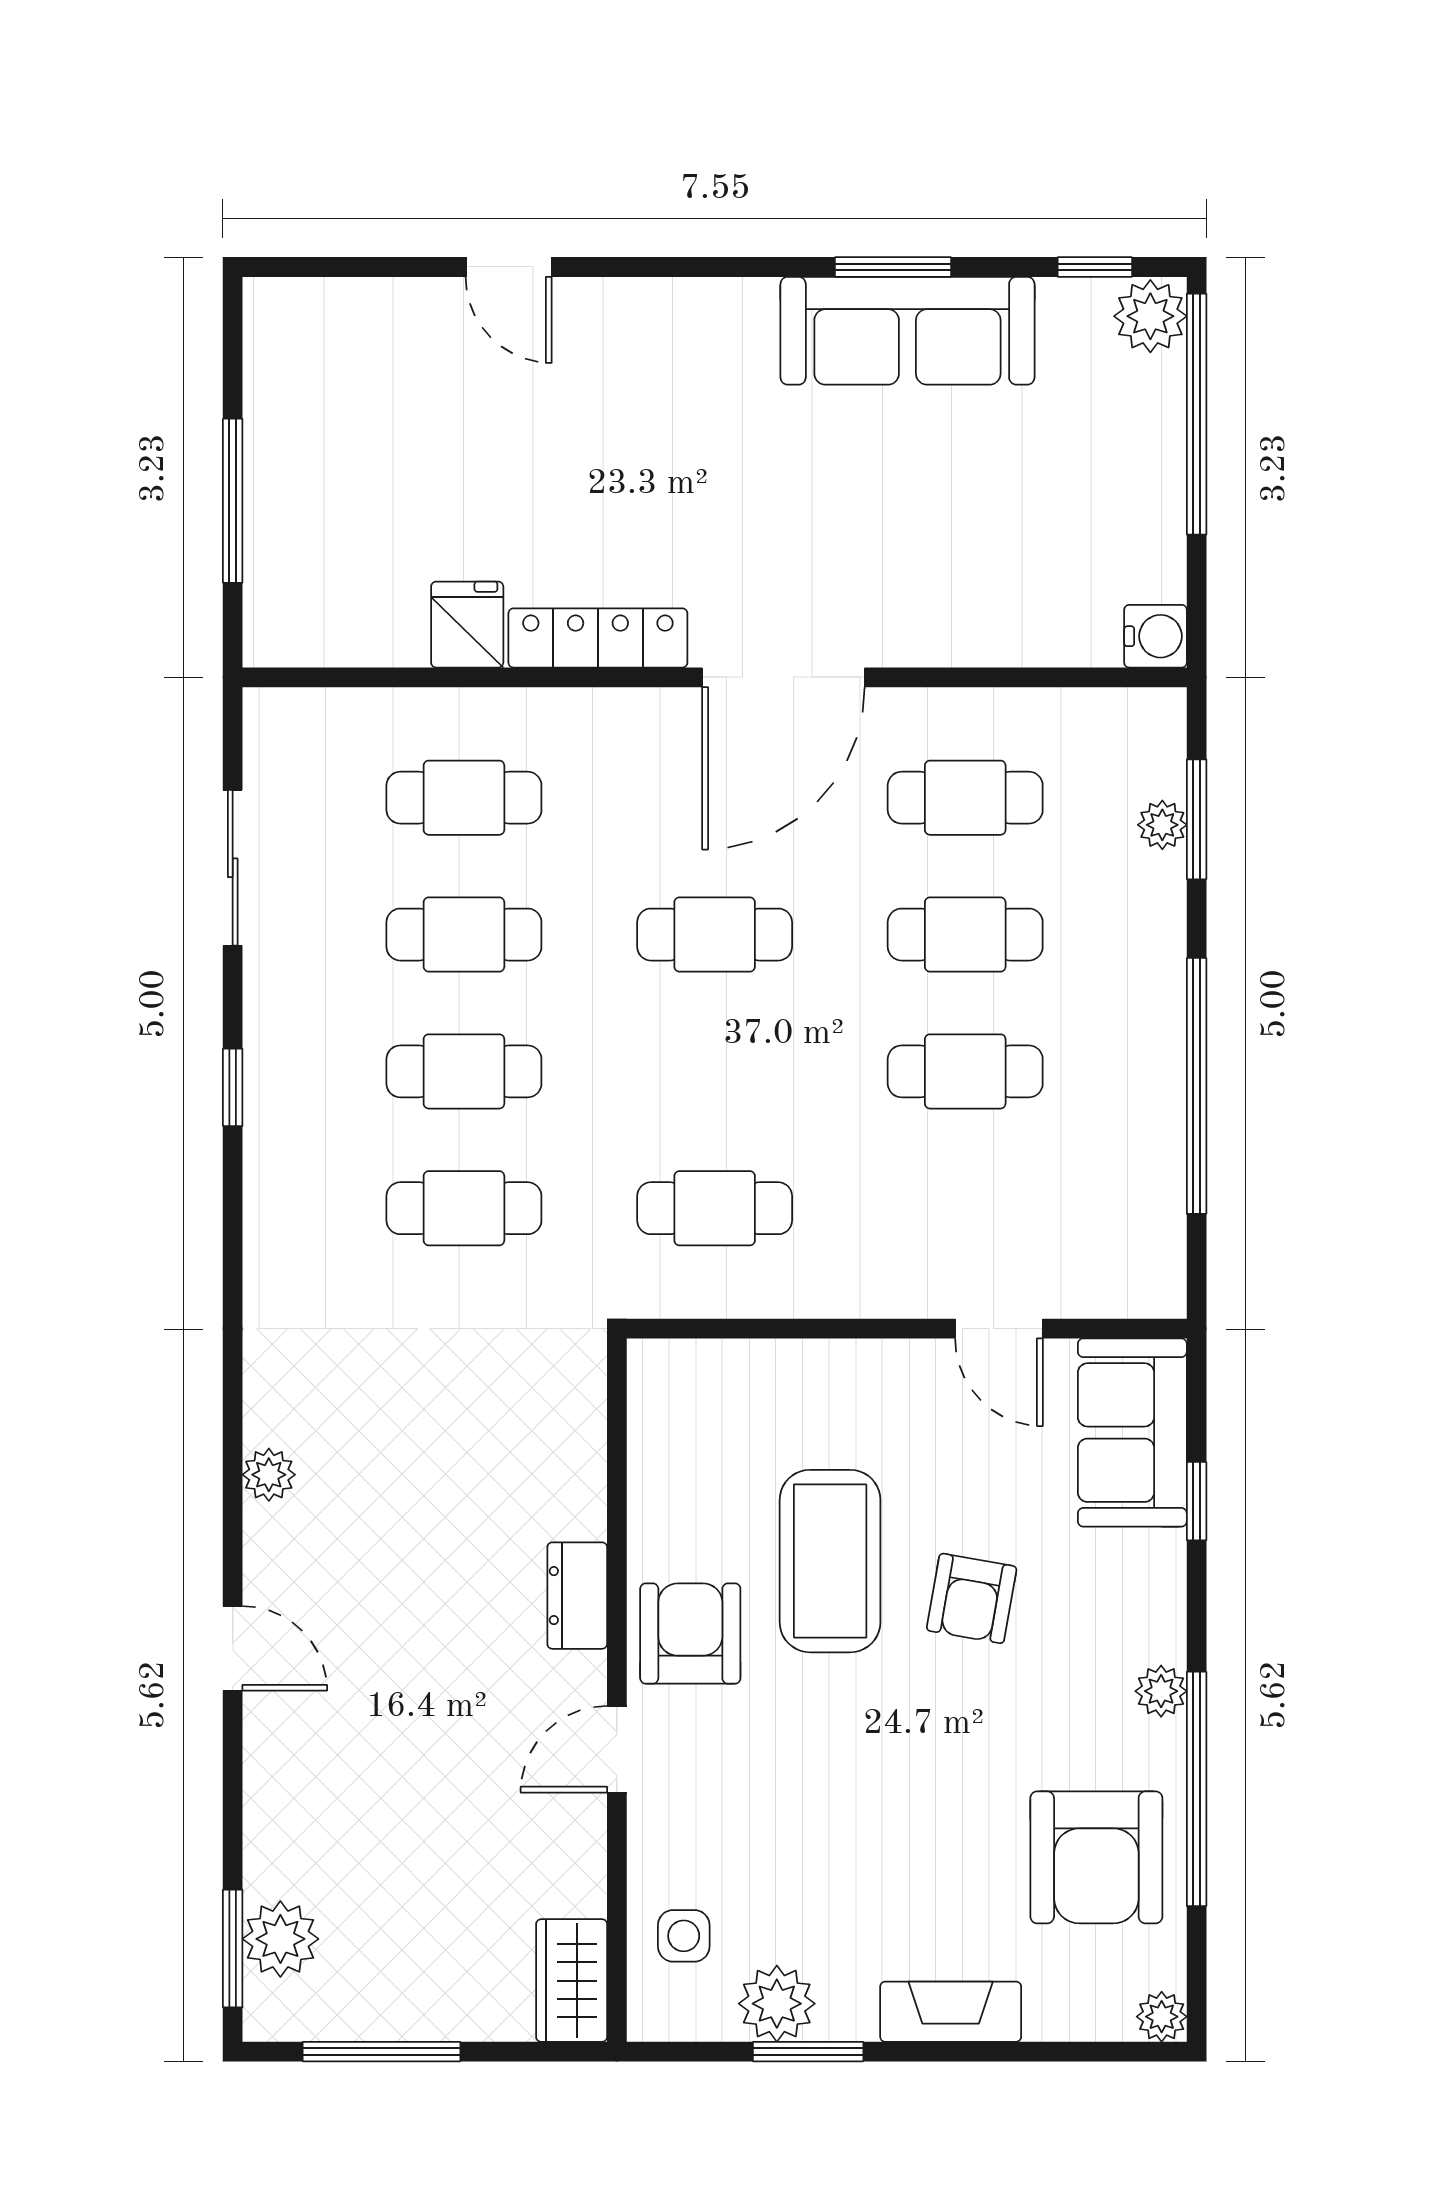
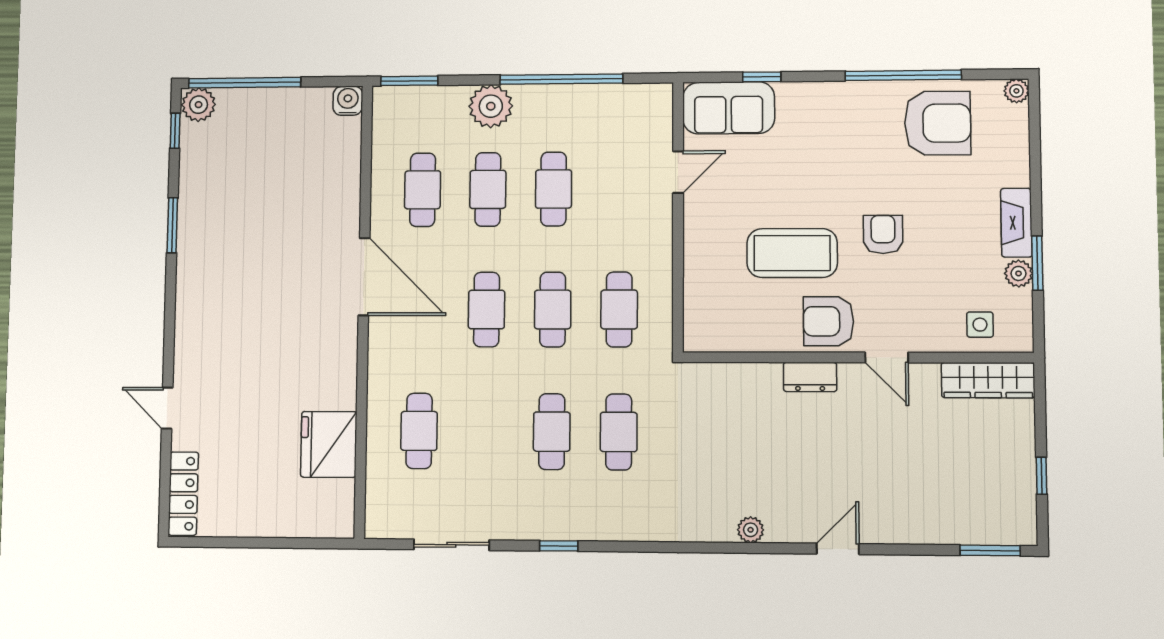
door: (509, 267) -> (167, 408), swing flipped
sofa: (907, 331) -> (202, 218), removed
window: (233, 501) -> (274, 543), removed
fridge: (467, 625) -> (329, 444), width x1.88, depth x1.34
locker: (598, 638) -> (183, 494), moved, turned 180
window: (1197, 819) -> (409, 81), moved
plant: (1162, 825) -> (491, 106), moved, width x1.88, depth x1.88
cafe table: (464, 935) -> (553, 309), moved
armchair: (972, 1598) -> (883, 234), moved, turned -100
plant: (1161, 1691) -> (855, 93), removed
plant: (280, 1939) -> (985, 526), removed
wardrobe: (572, 1981) -> (988, 380), width x1.50
plant: (777, 2004) -> (1019, 273), width x0.73, depth x0.73
fireplace: (951, 2012) -> (1016, 223), moved
window: (381, 2052) -> (1041, 476), width x0.46

